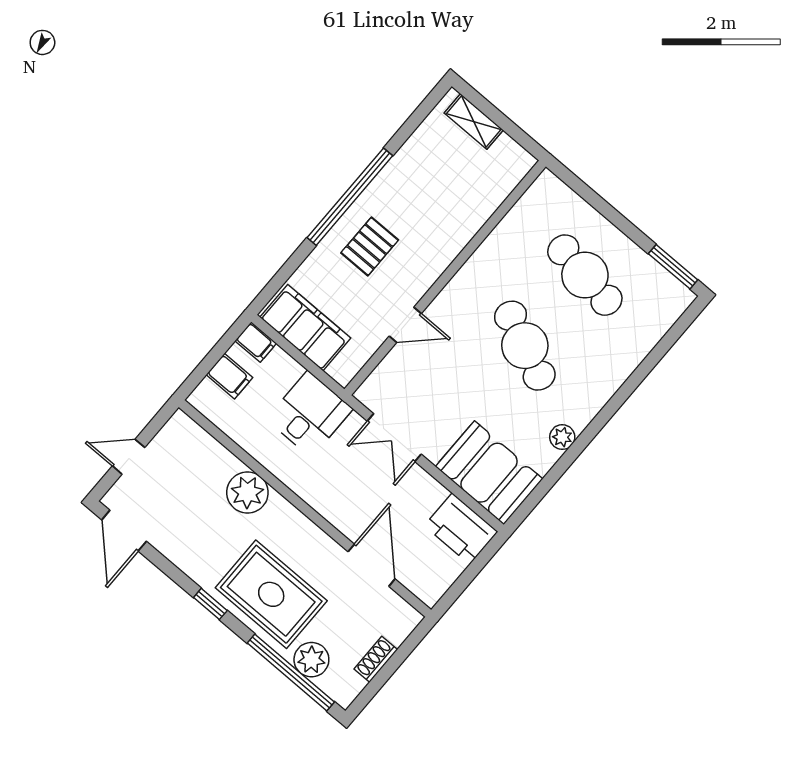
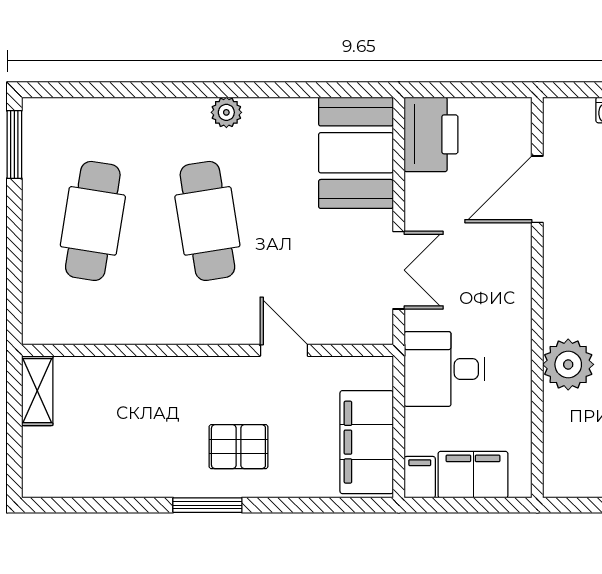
shelving: (474, 121) -> (37, 391), moved
window: (350, 197) -> (207, 505), width x0.47
cafe table: (525, 346) -> (207, 221), turned -33
filing cabinet: (230, 376) -> (473, 475), width x2.00
plant: (562, 437) -> (226, 112), moved

